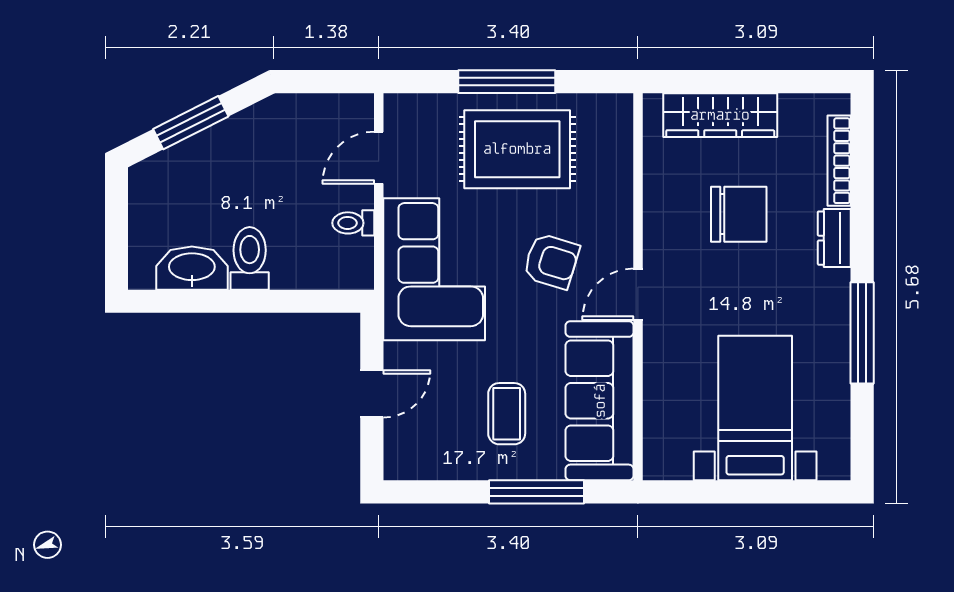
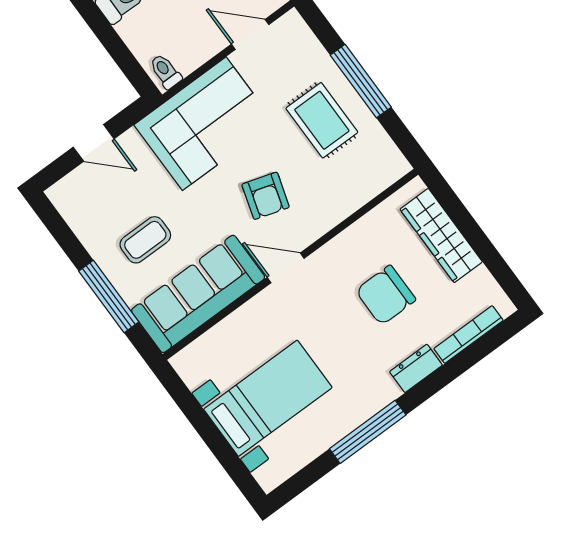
rug: (517, 149) -> (322, 120), width x0.73, depth x0.70
chair: (739, 214) -> (386, 295), turned 90
toilet: (353, 223) -> (165, 71), moved

